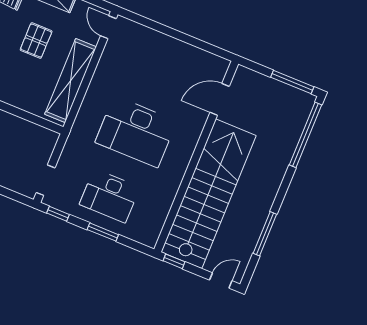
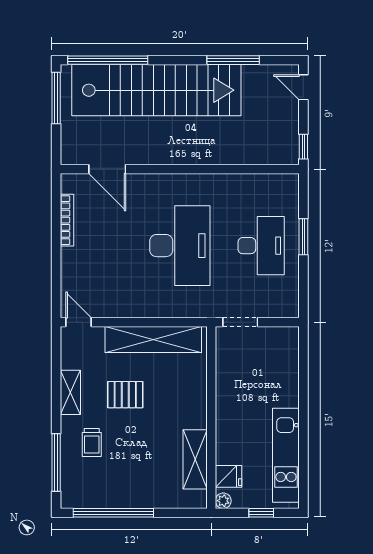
door: (108, 27) -> (79, 322), swing flipped
bookcase: (192, 51) -> (67, 220), added
doorway: (46, 180) -> (240, 322), moved
stairs: (209, 194) -> (156, 90), moved, turned 180
window: (58, 214) -> (303, 294), removed

